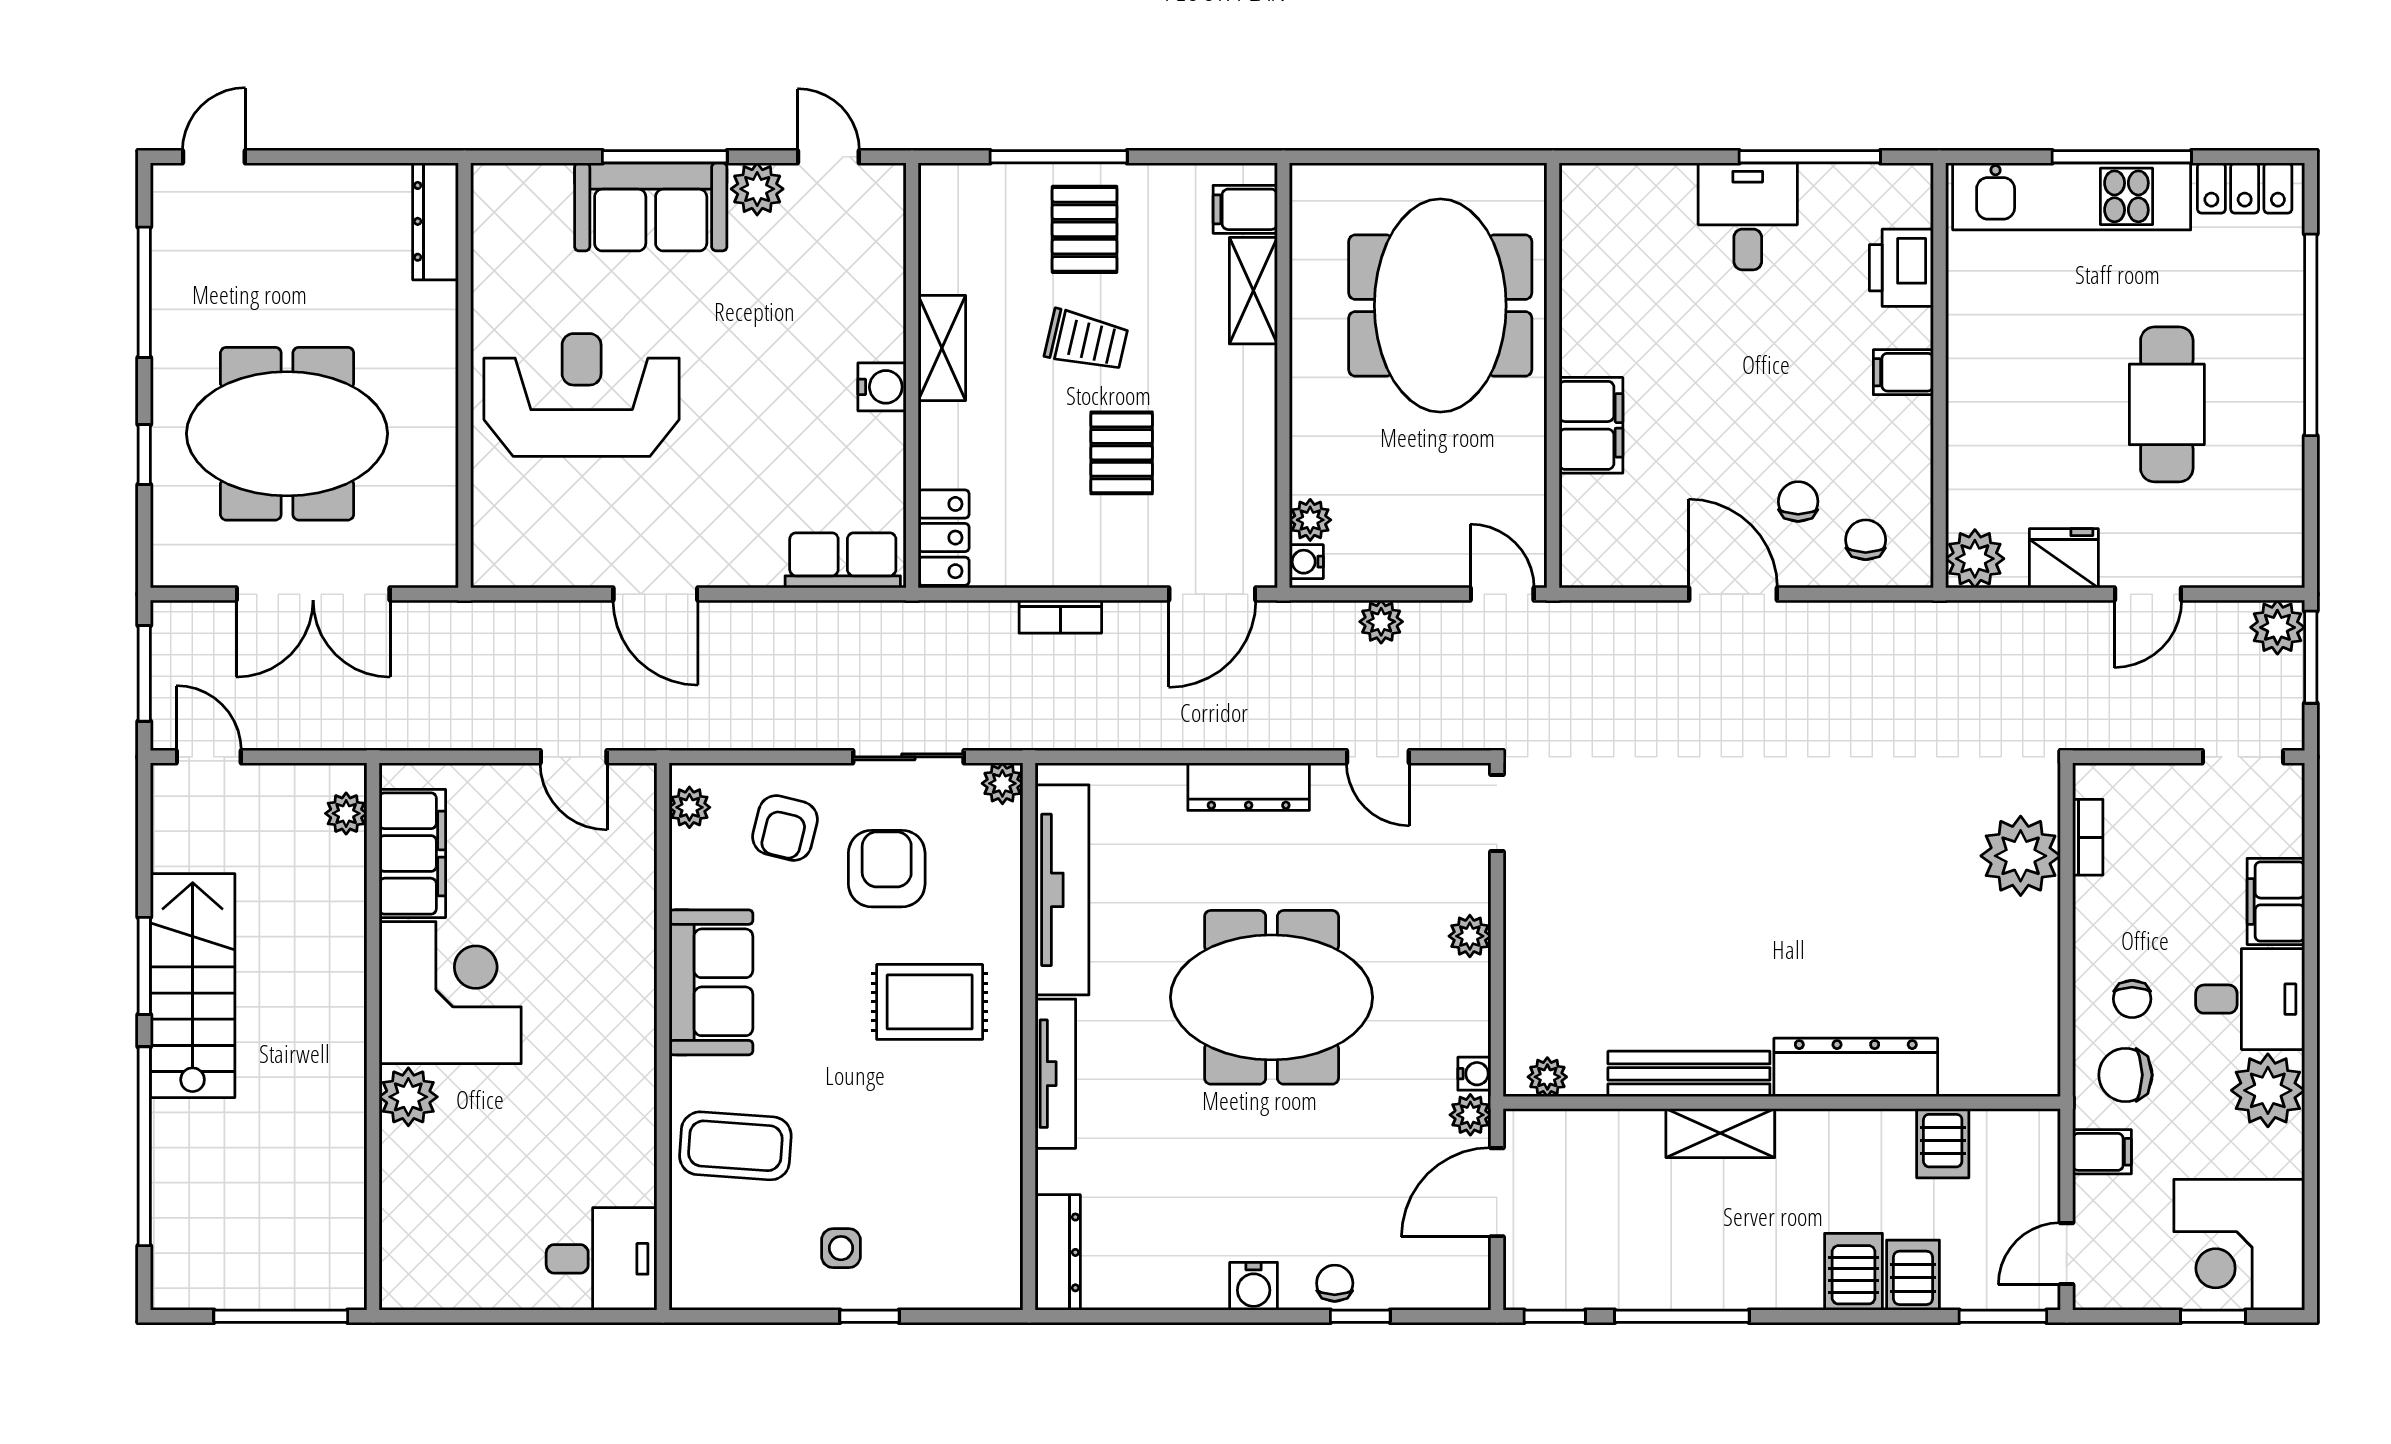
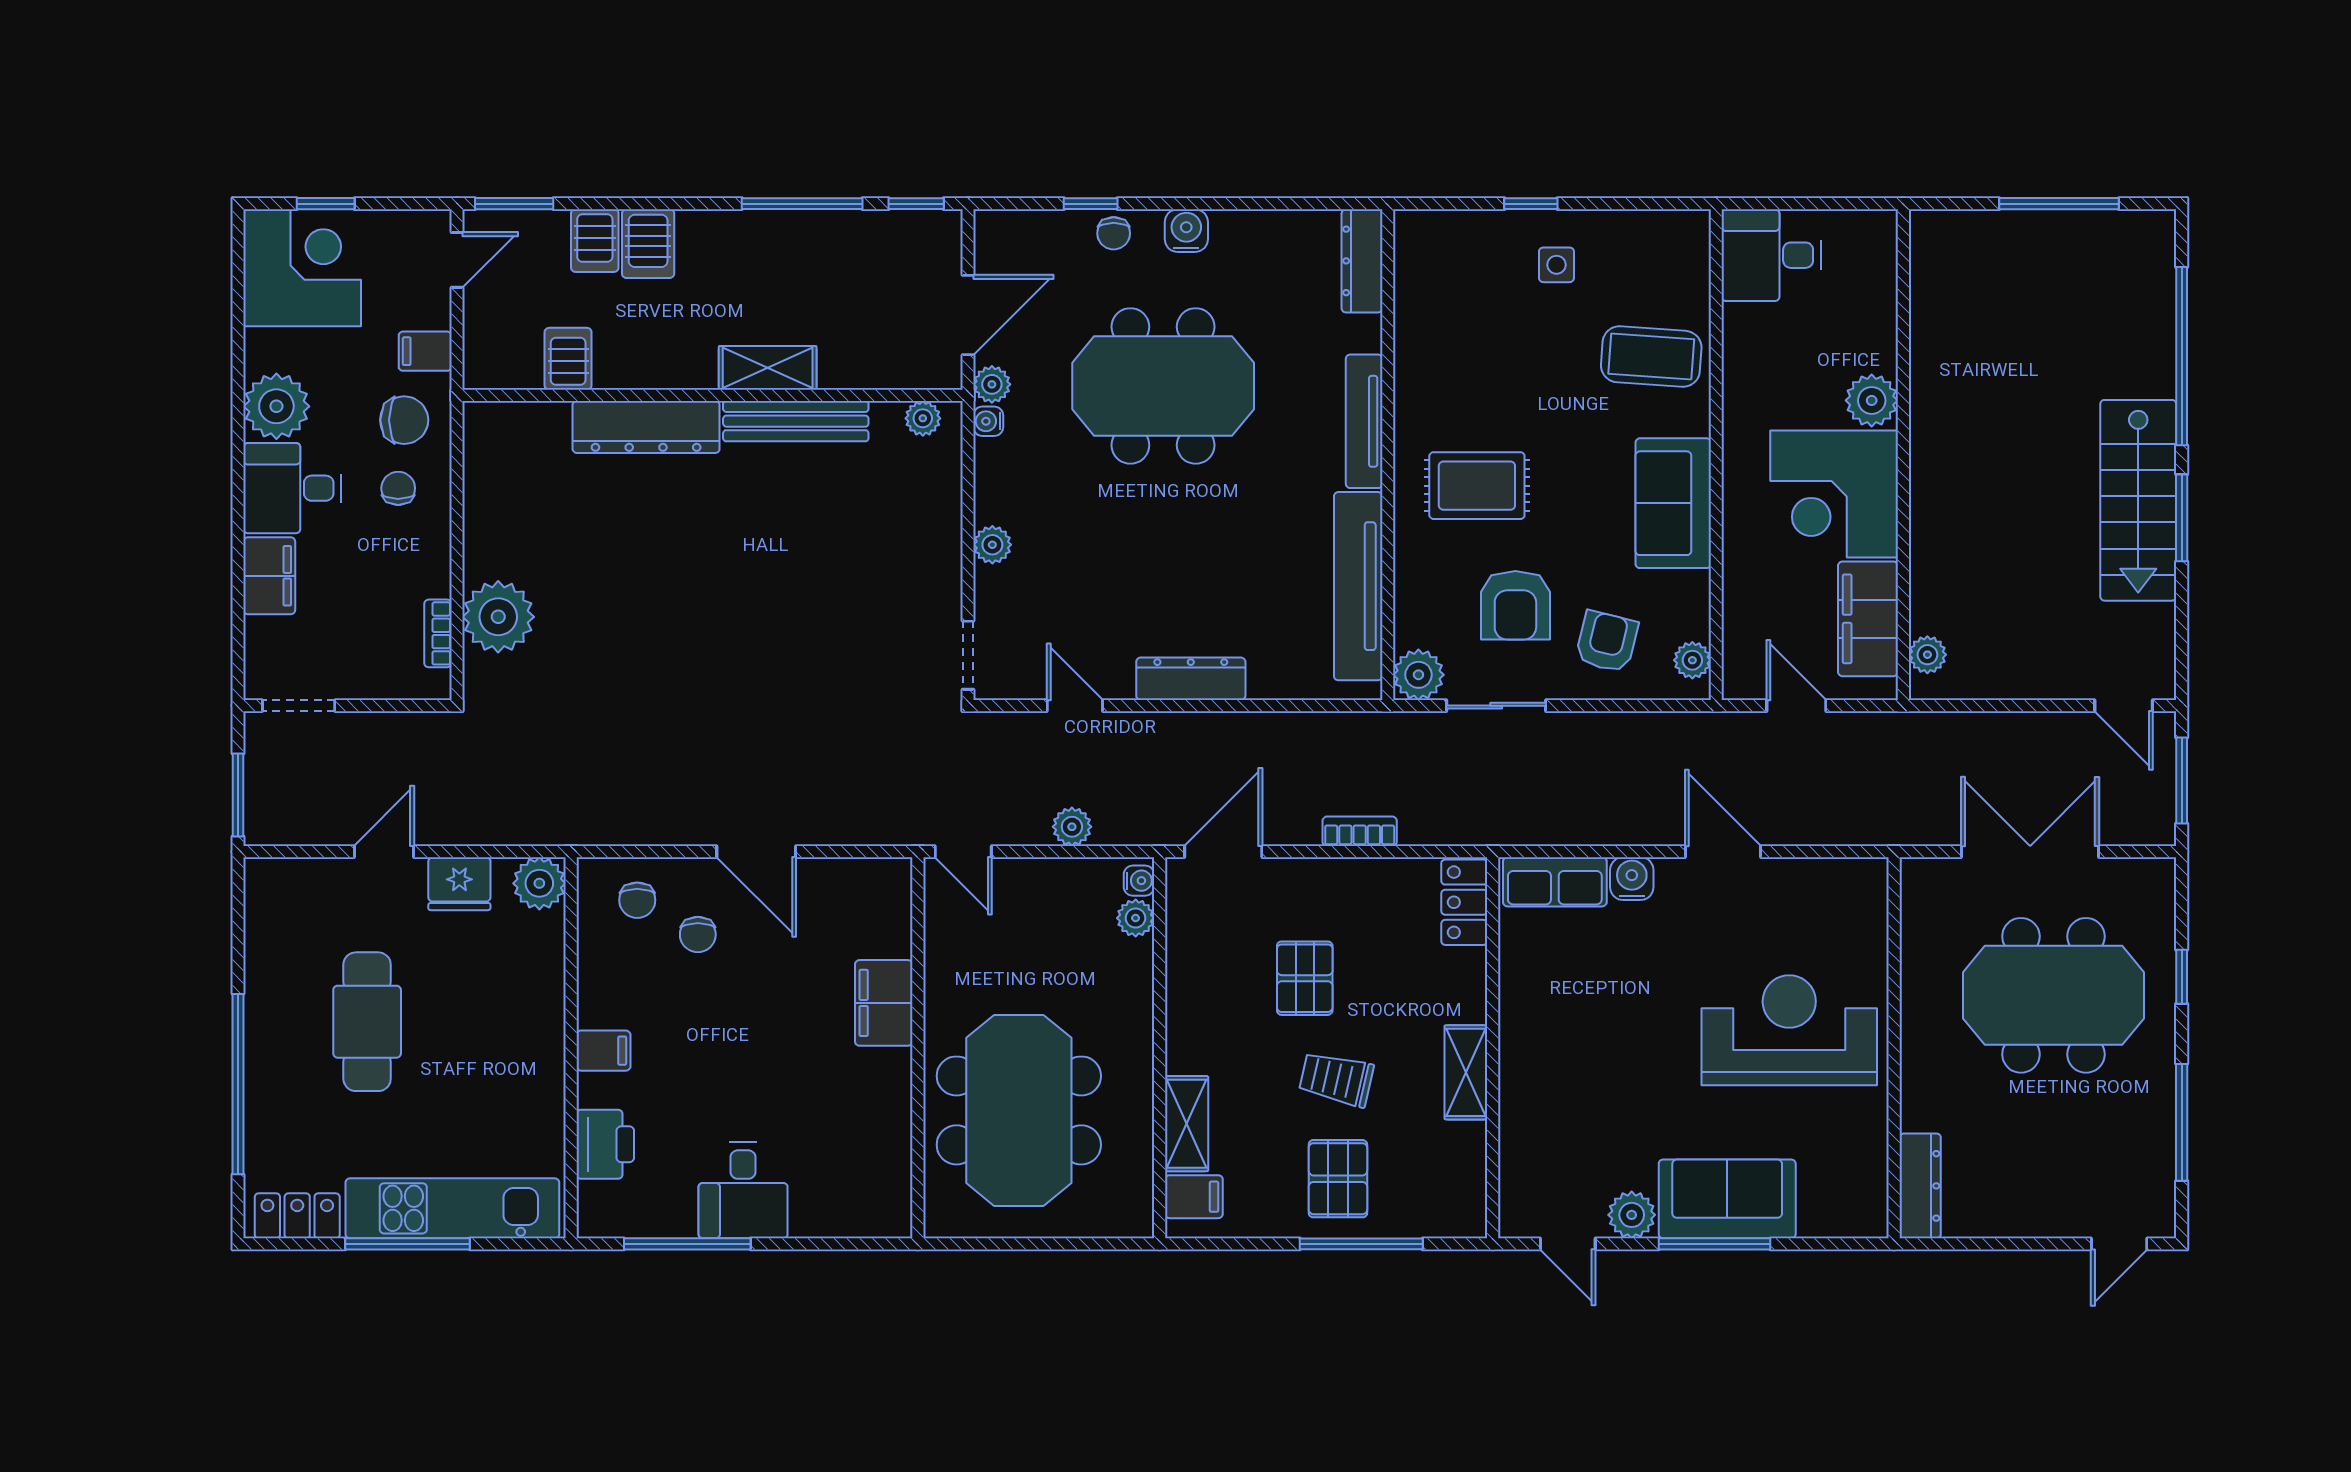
water cooler: (882, 387) -> (1632, 879), moved, turned 90
reception desk: (582, 395) -> (1789, 1030), turned 180
plant: (2277, 627) -> (268, 822), removed
plant: (1002, 783) -> (1418, 675), width x1.38, depth x1.38
plant: (346, 813) -> (1927, 655), moved
filing cabinet: (412, 853) -> (1868, 619), moved
corner desk: (450, 993) -> (1834, 494), moved
meeting table: (1272, 997) -> (1163, 386), moved
wall: (373, 1037) -> (1903, 455), moved
plant: (408, 1097) -> (1872, 400), moved

